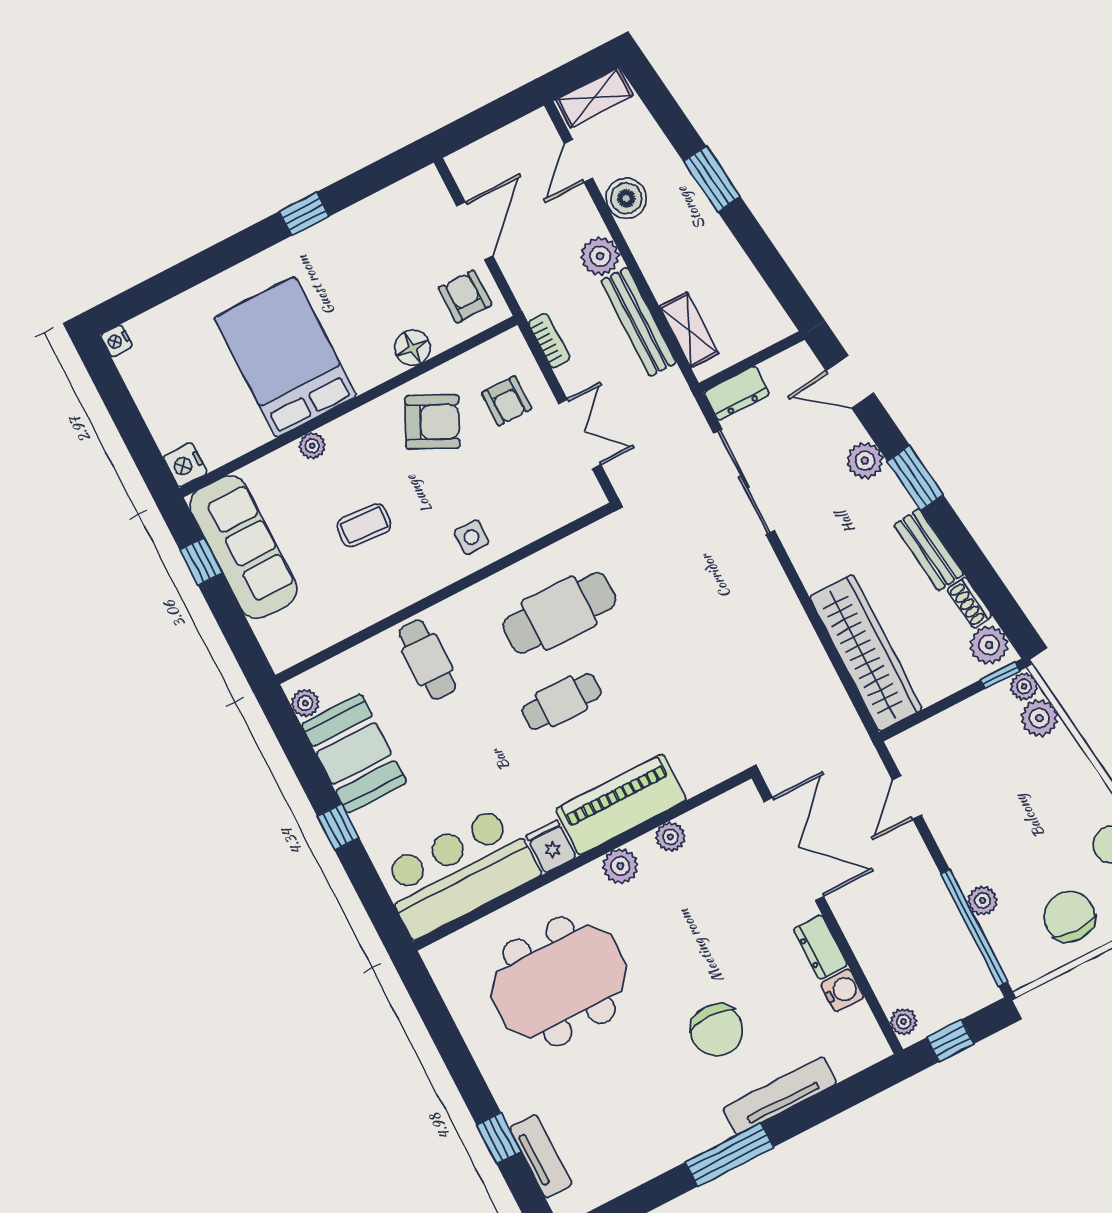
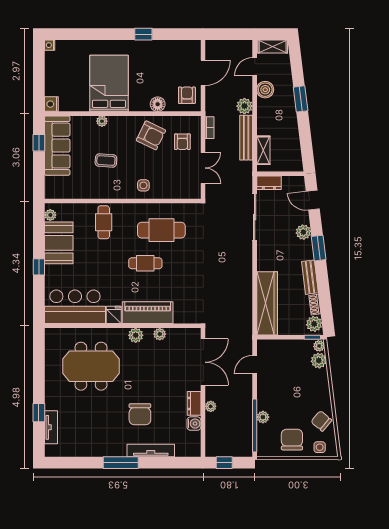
plant: (904, 1022) -> (211, 406), moved

